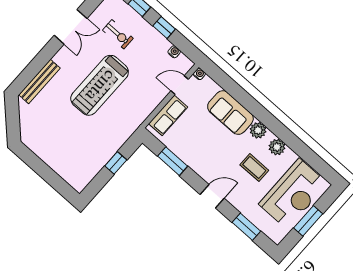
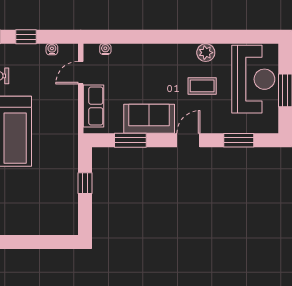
water cooler: (199, 74) -> (105, 49), moved
sofa: (230, 113) -> (149, 119), moved, turned 180
plant: (258, 130) -> (178, 53), removed

